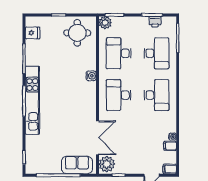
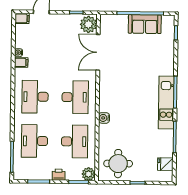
printer: (155, 22) -> (59, 175), moved
kitchen unit: (32, 100) -> (166, 102), width x0.73
filing cabinet: (170, 146) -> (21, 62), moved
sofa: (77, 165) -> (145, 24), moved

